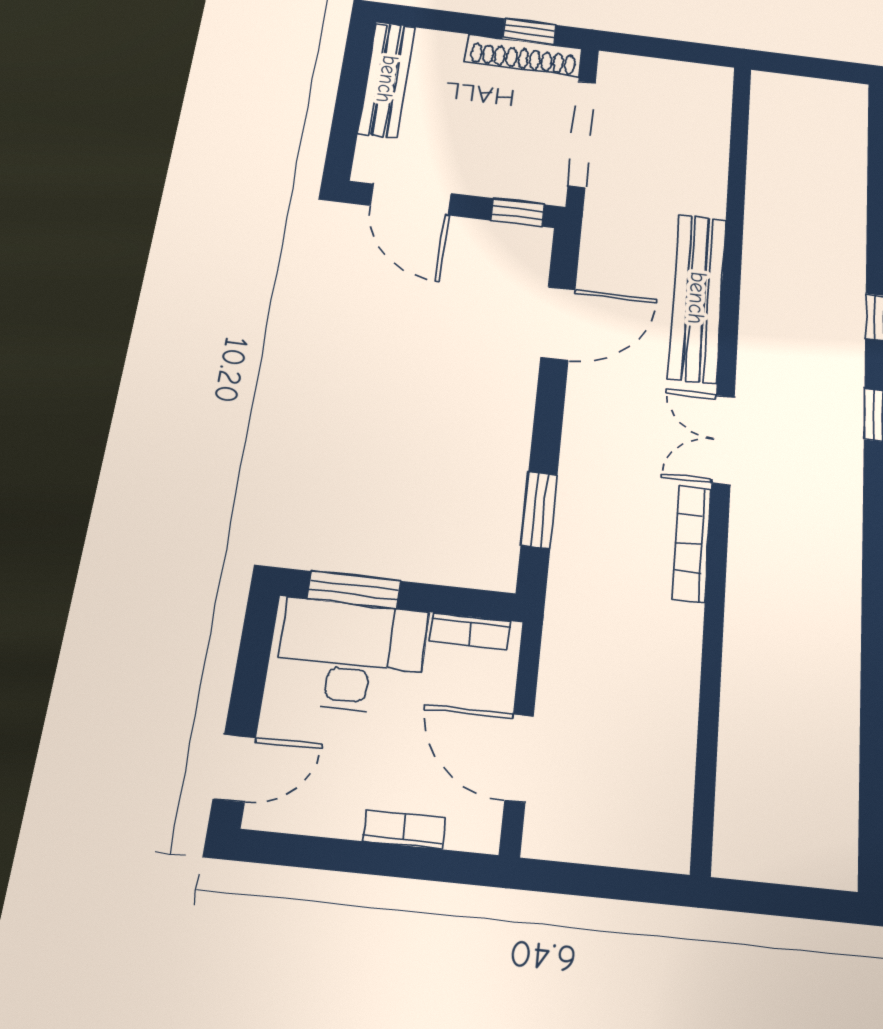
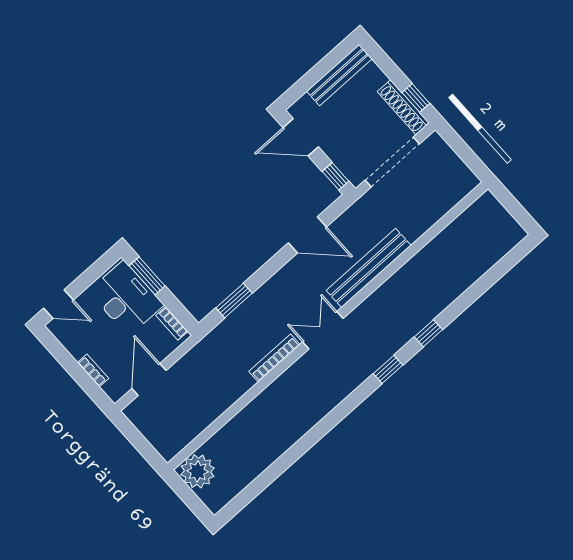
door: (411, 199) -> (301, 137), hinge flipped
plant: (754, 840) -> (198, 471), added

